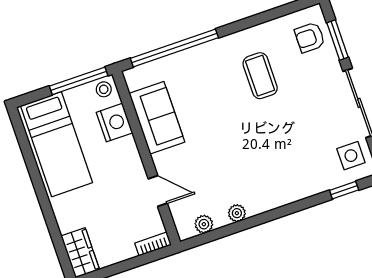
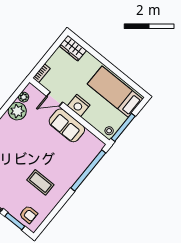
armchair: (310, 37) -> (28, 214), turned 90
sofa: (157, 118) -> (67, 125), moved
nightstand: (114, 123) -> (79, 106), moved
plant: (237, 213) -> (17, 111), width x1.88, depth x1.88

